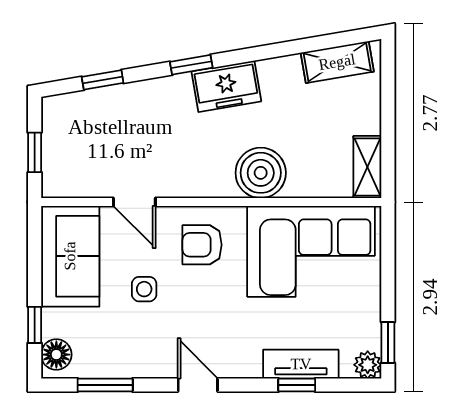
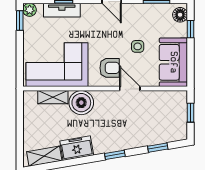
freezer: (226, 86) -> (77, 148), moved
shelving: (367, 167) -> (53, 97), moved, turned 90
door: (134, 202) -> (130, 89), moved

